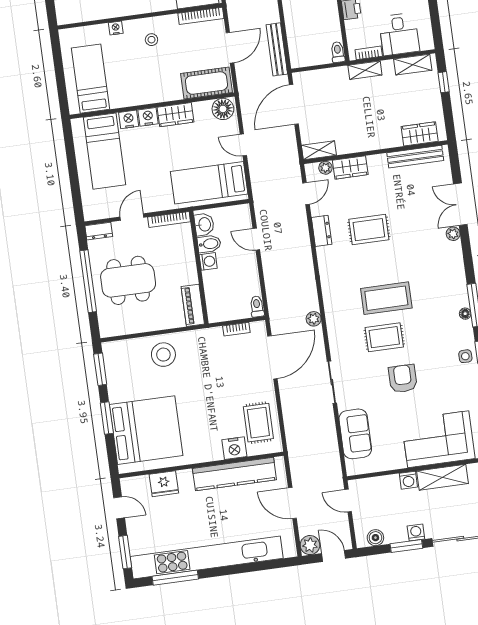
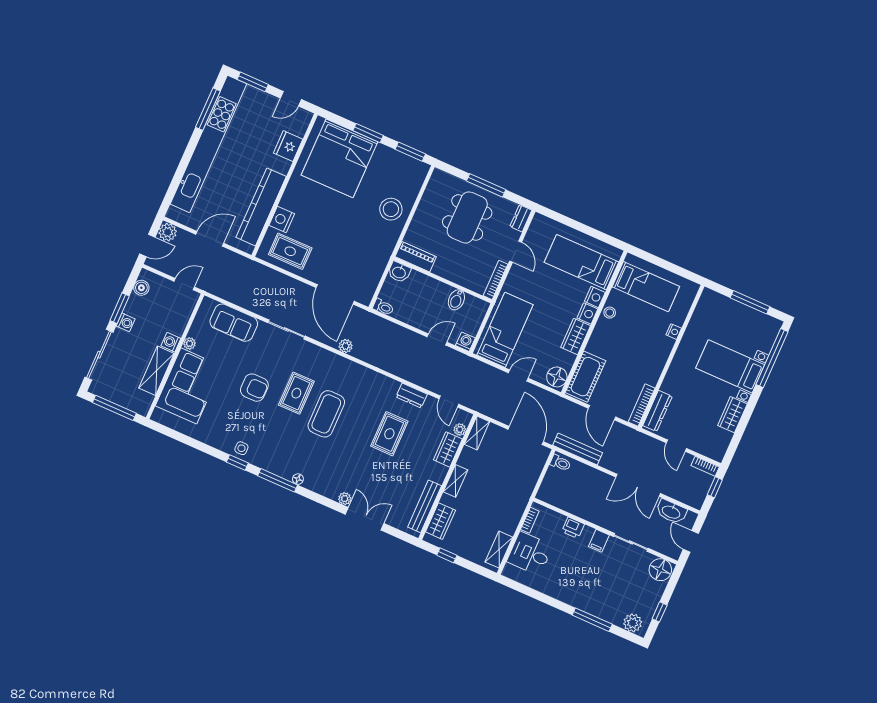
stool: (151, 40) -> (610, 313), moved
toilet: (338, 52) -> (560, 463), moved
shelving: (365, 70) -> (455, 481), moved
window: (444, 82) -> (447, 555), moved
washbasin: (204, 224) -> (399, 272), moved
washing machine: (208, 261) -> (465, 342), moved, turned 180
window: (88, 281) -> (486, 185), width x0.68
floor lamp: (465, 314) -> (298, 479), moved
bookcase: (236, 329) -> (375, 280), removed
plant: (399, 462) -> (190, 343), added

